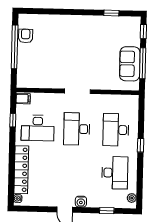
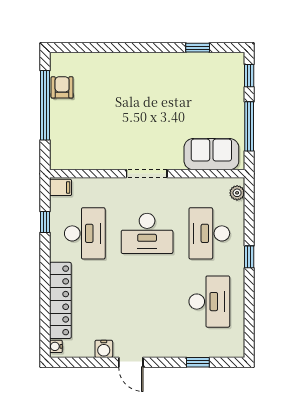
sofa: (130, 64) -> (211, 154), moved, turned 90
desk: (38, 128) -> (85, 233), turned -90
desk: (77, 129) -> (147, 233), turned -90
plant: (132, 198) -> (237, 193), moved
water cooler: (81, 202) -> (104, 349), moved

